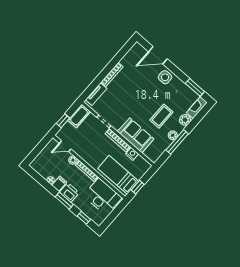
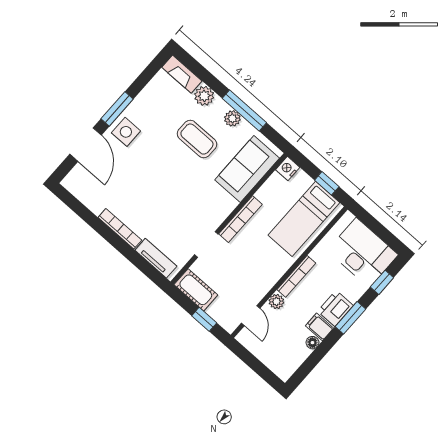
window: (195, 87) -> (117, 109), moved
sofa: (136, 135) -> (247, 169), moved
nightstand: (132, 154) -> (288, 169), moved
desk: (103, 197) -> (363, 253), moved, turned 90

